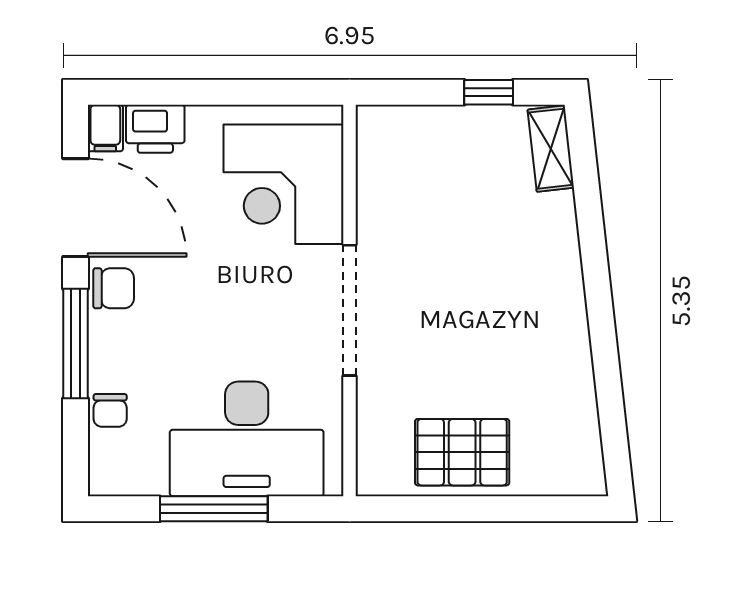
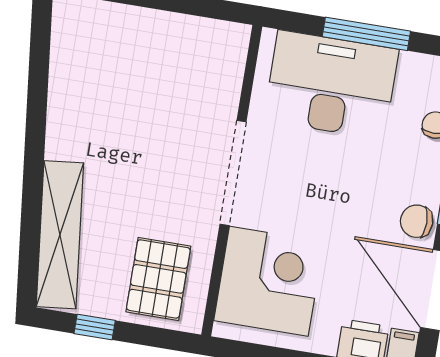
shelving: (551, 149) -> (60, 235), width x2.20, depth x1.33
pallet: (462, 452) -> (158, 279), moved, turned 90

